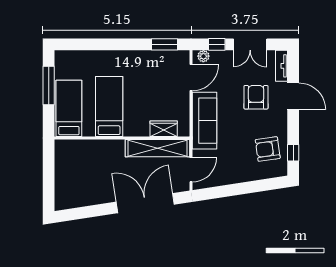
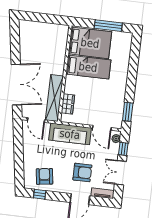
bed: (69, 108) -> (90, 43), width x1.50

